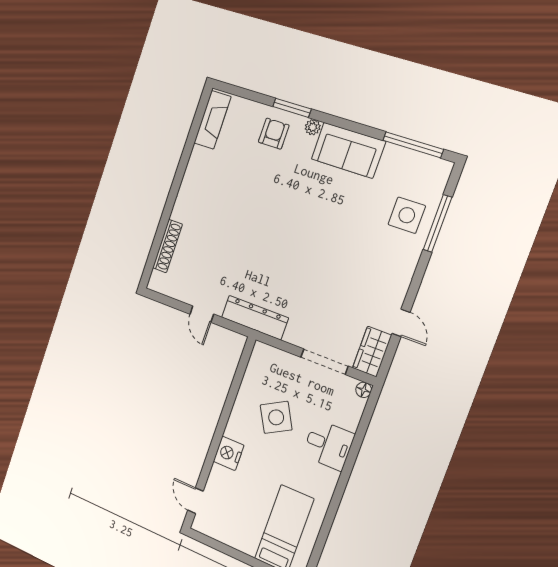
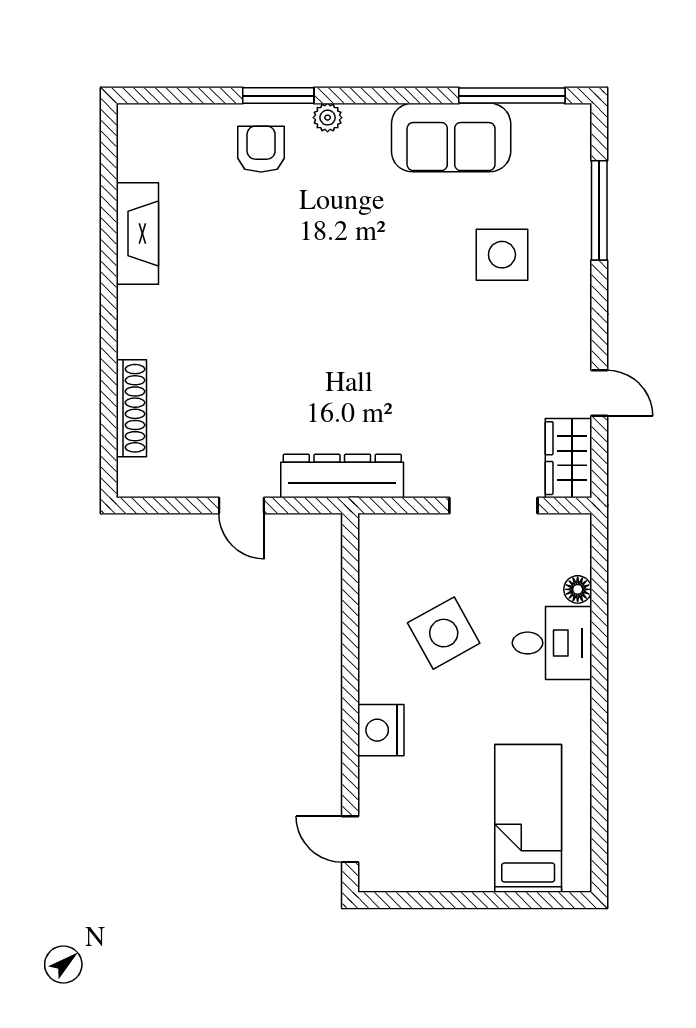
fireplace: (212, 120) -> (137, 233), moved
sofa: (348, 150) -> (451, 138), moved
side table: (407, 215) -> (502, 255), moved
floor lamp: (364, 390) -> (578, 589), moved

